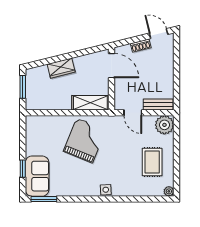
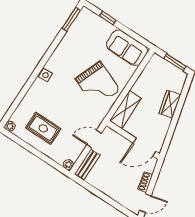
plant: (164, 125) -> (68, 165), width x0.53, depth x0.53
sofa: (37, 176) -> (127, 48), moved

